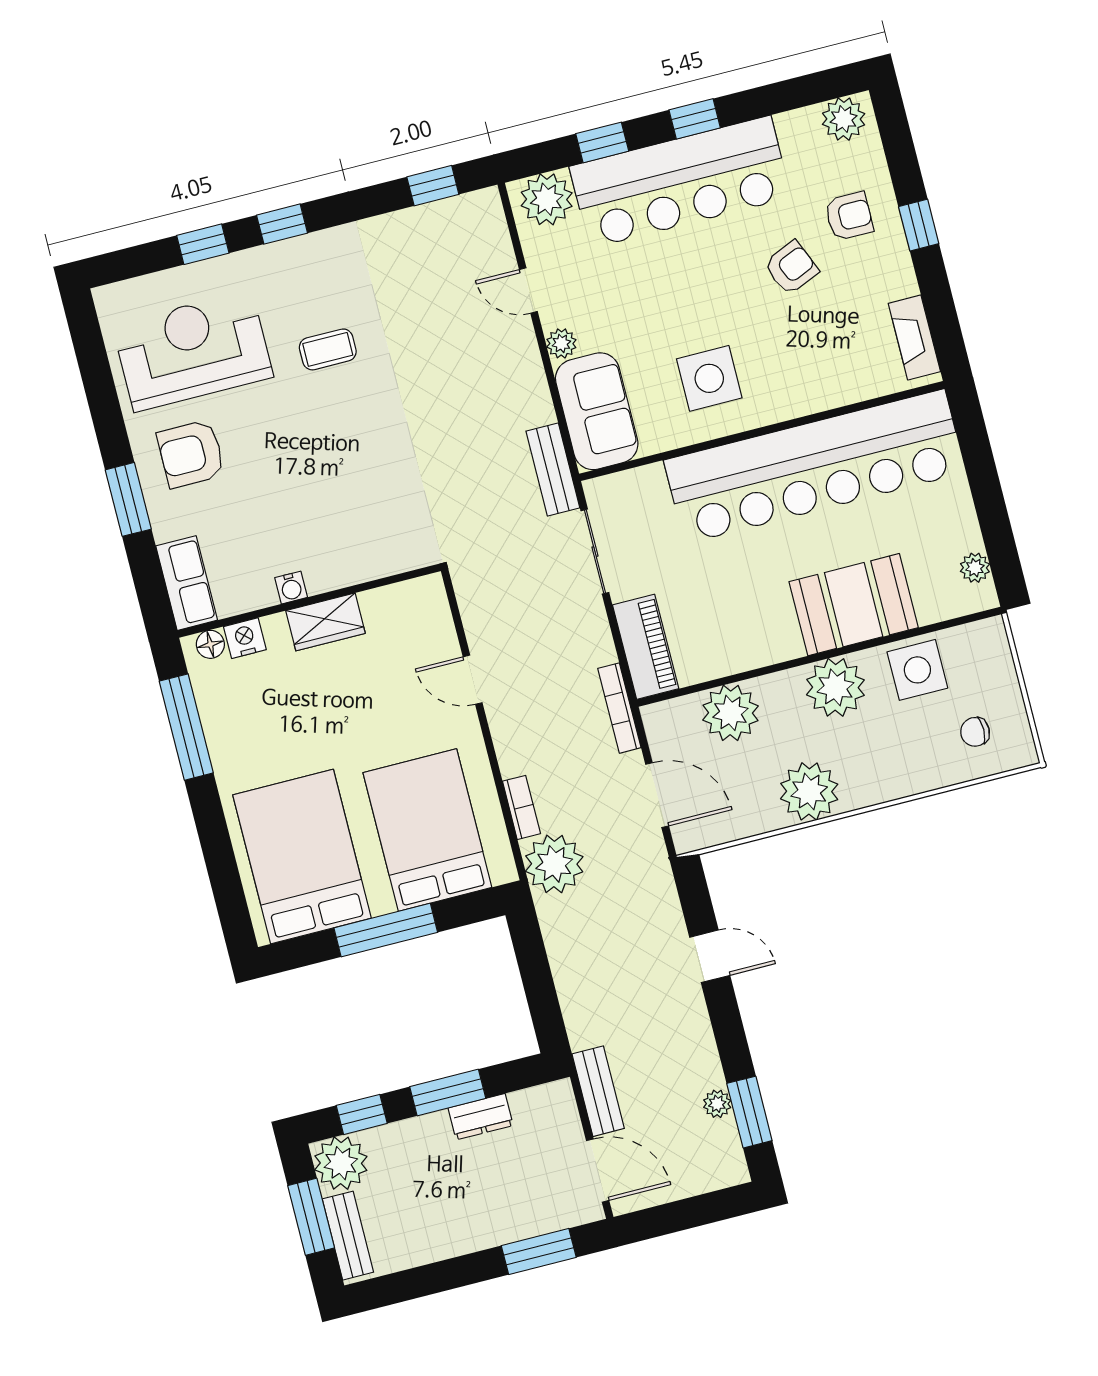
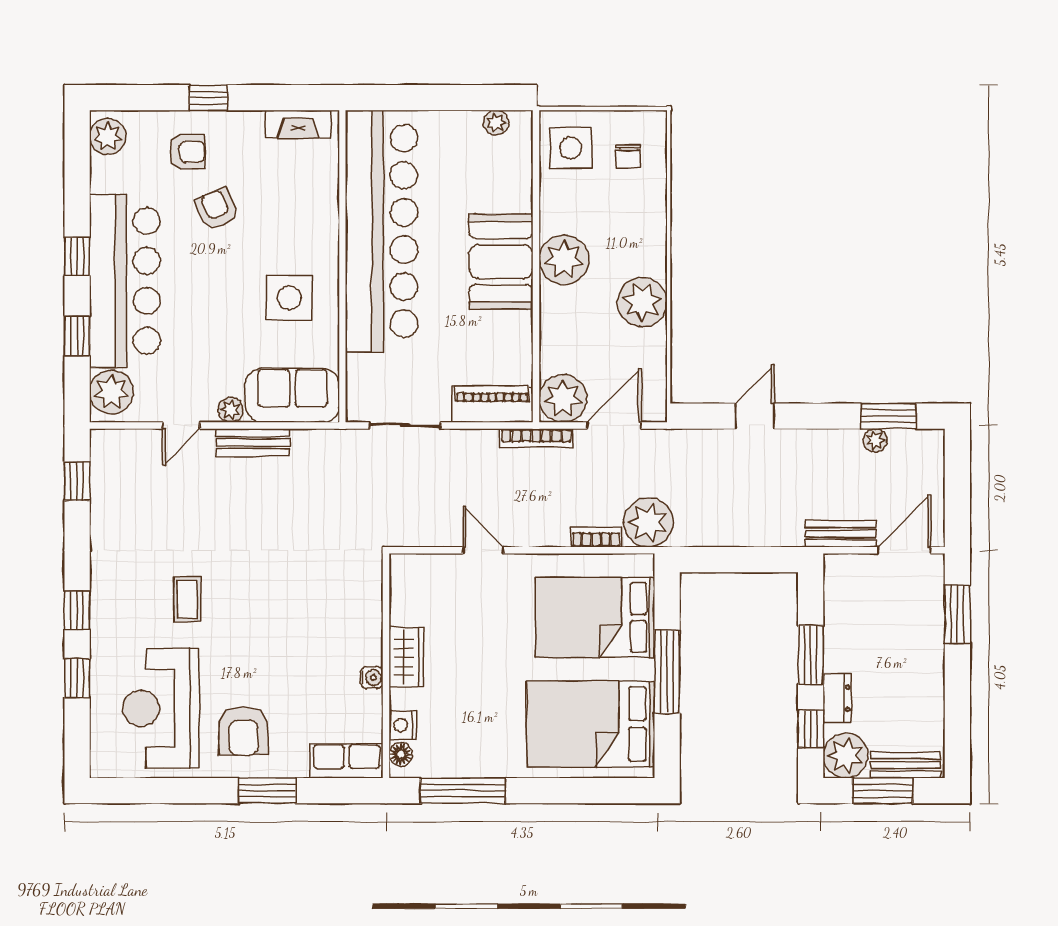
armchair: (849, 216) -> (187, 152), turned 90
bench: (553, 469) -> (253, 442), moved
booth: (854, 605) -> (501, 262), moved
side table: (917, 670) -> (571, 148), moved
door: (473, 680) -> (483, 550), swing flipped
plant: (730, 713) -> (563, 398), moved
dresser: (481, 1117) -> (837, 698), moved

